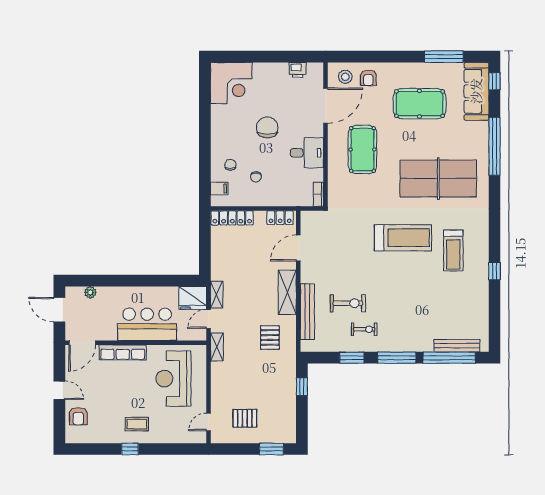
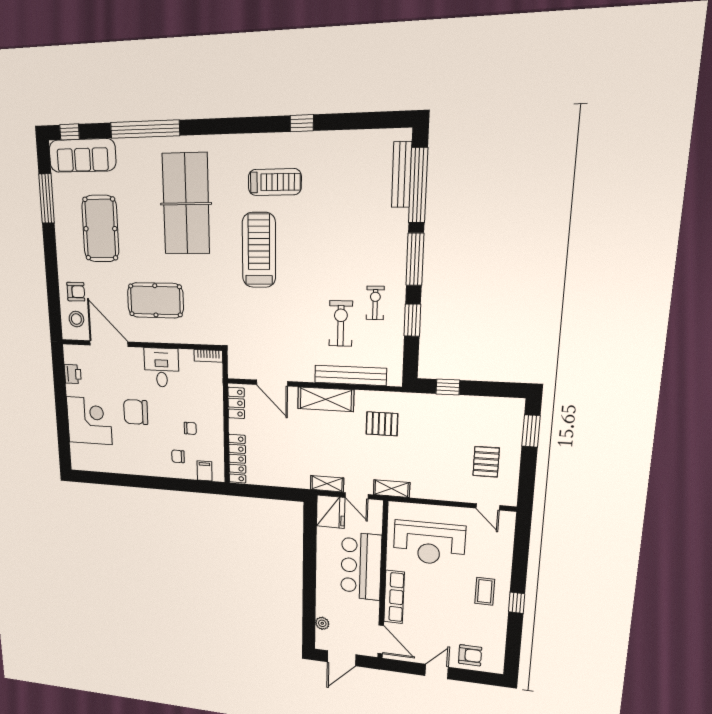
corner desk: (231, 83) -> (89, 421), moved

